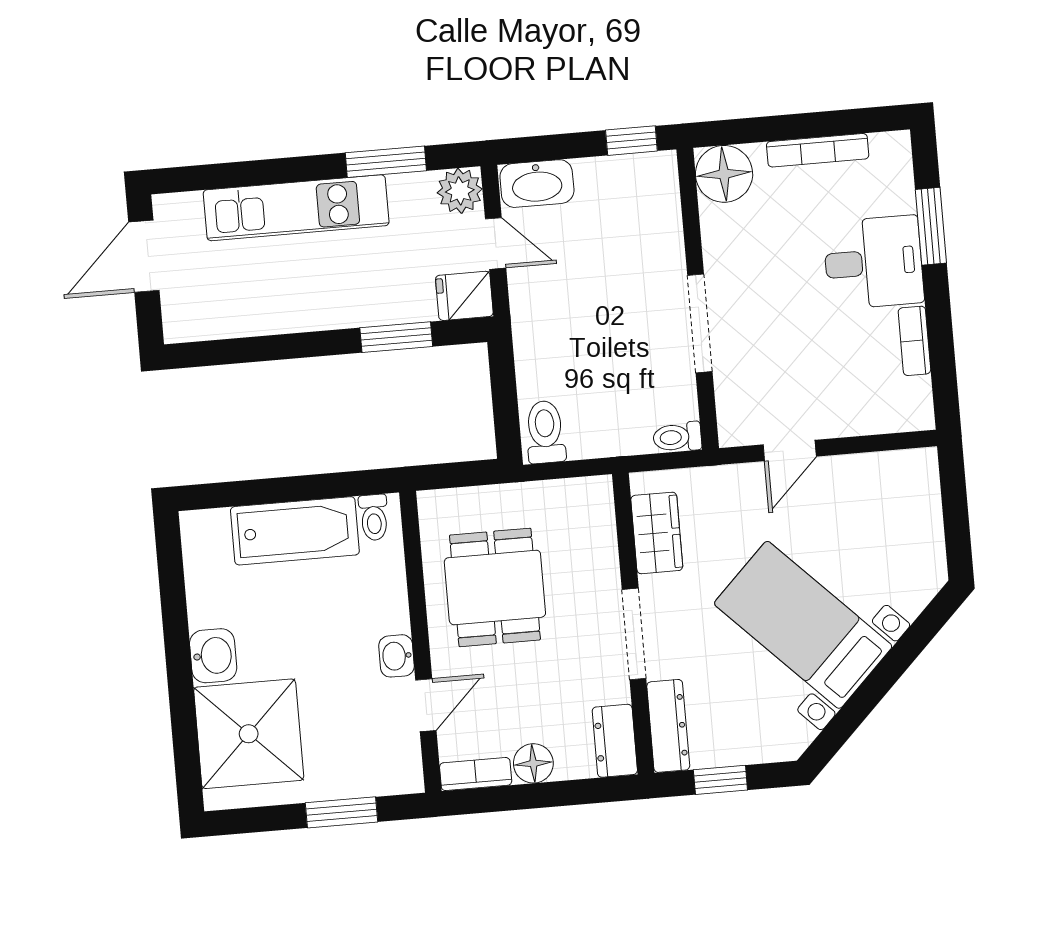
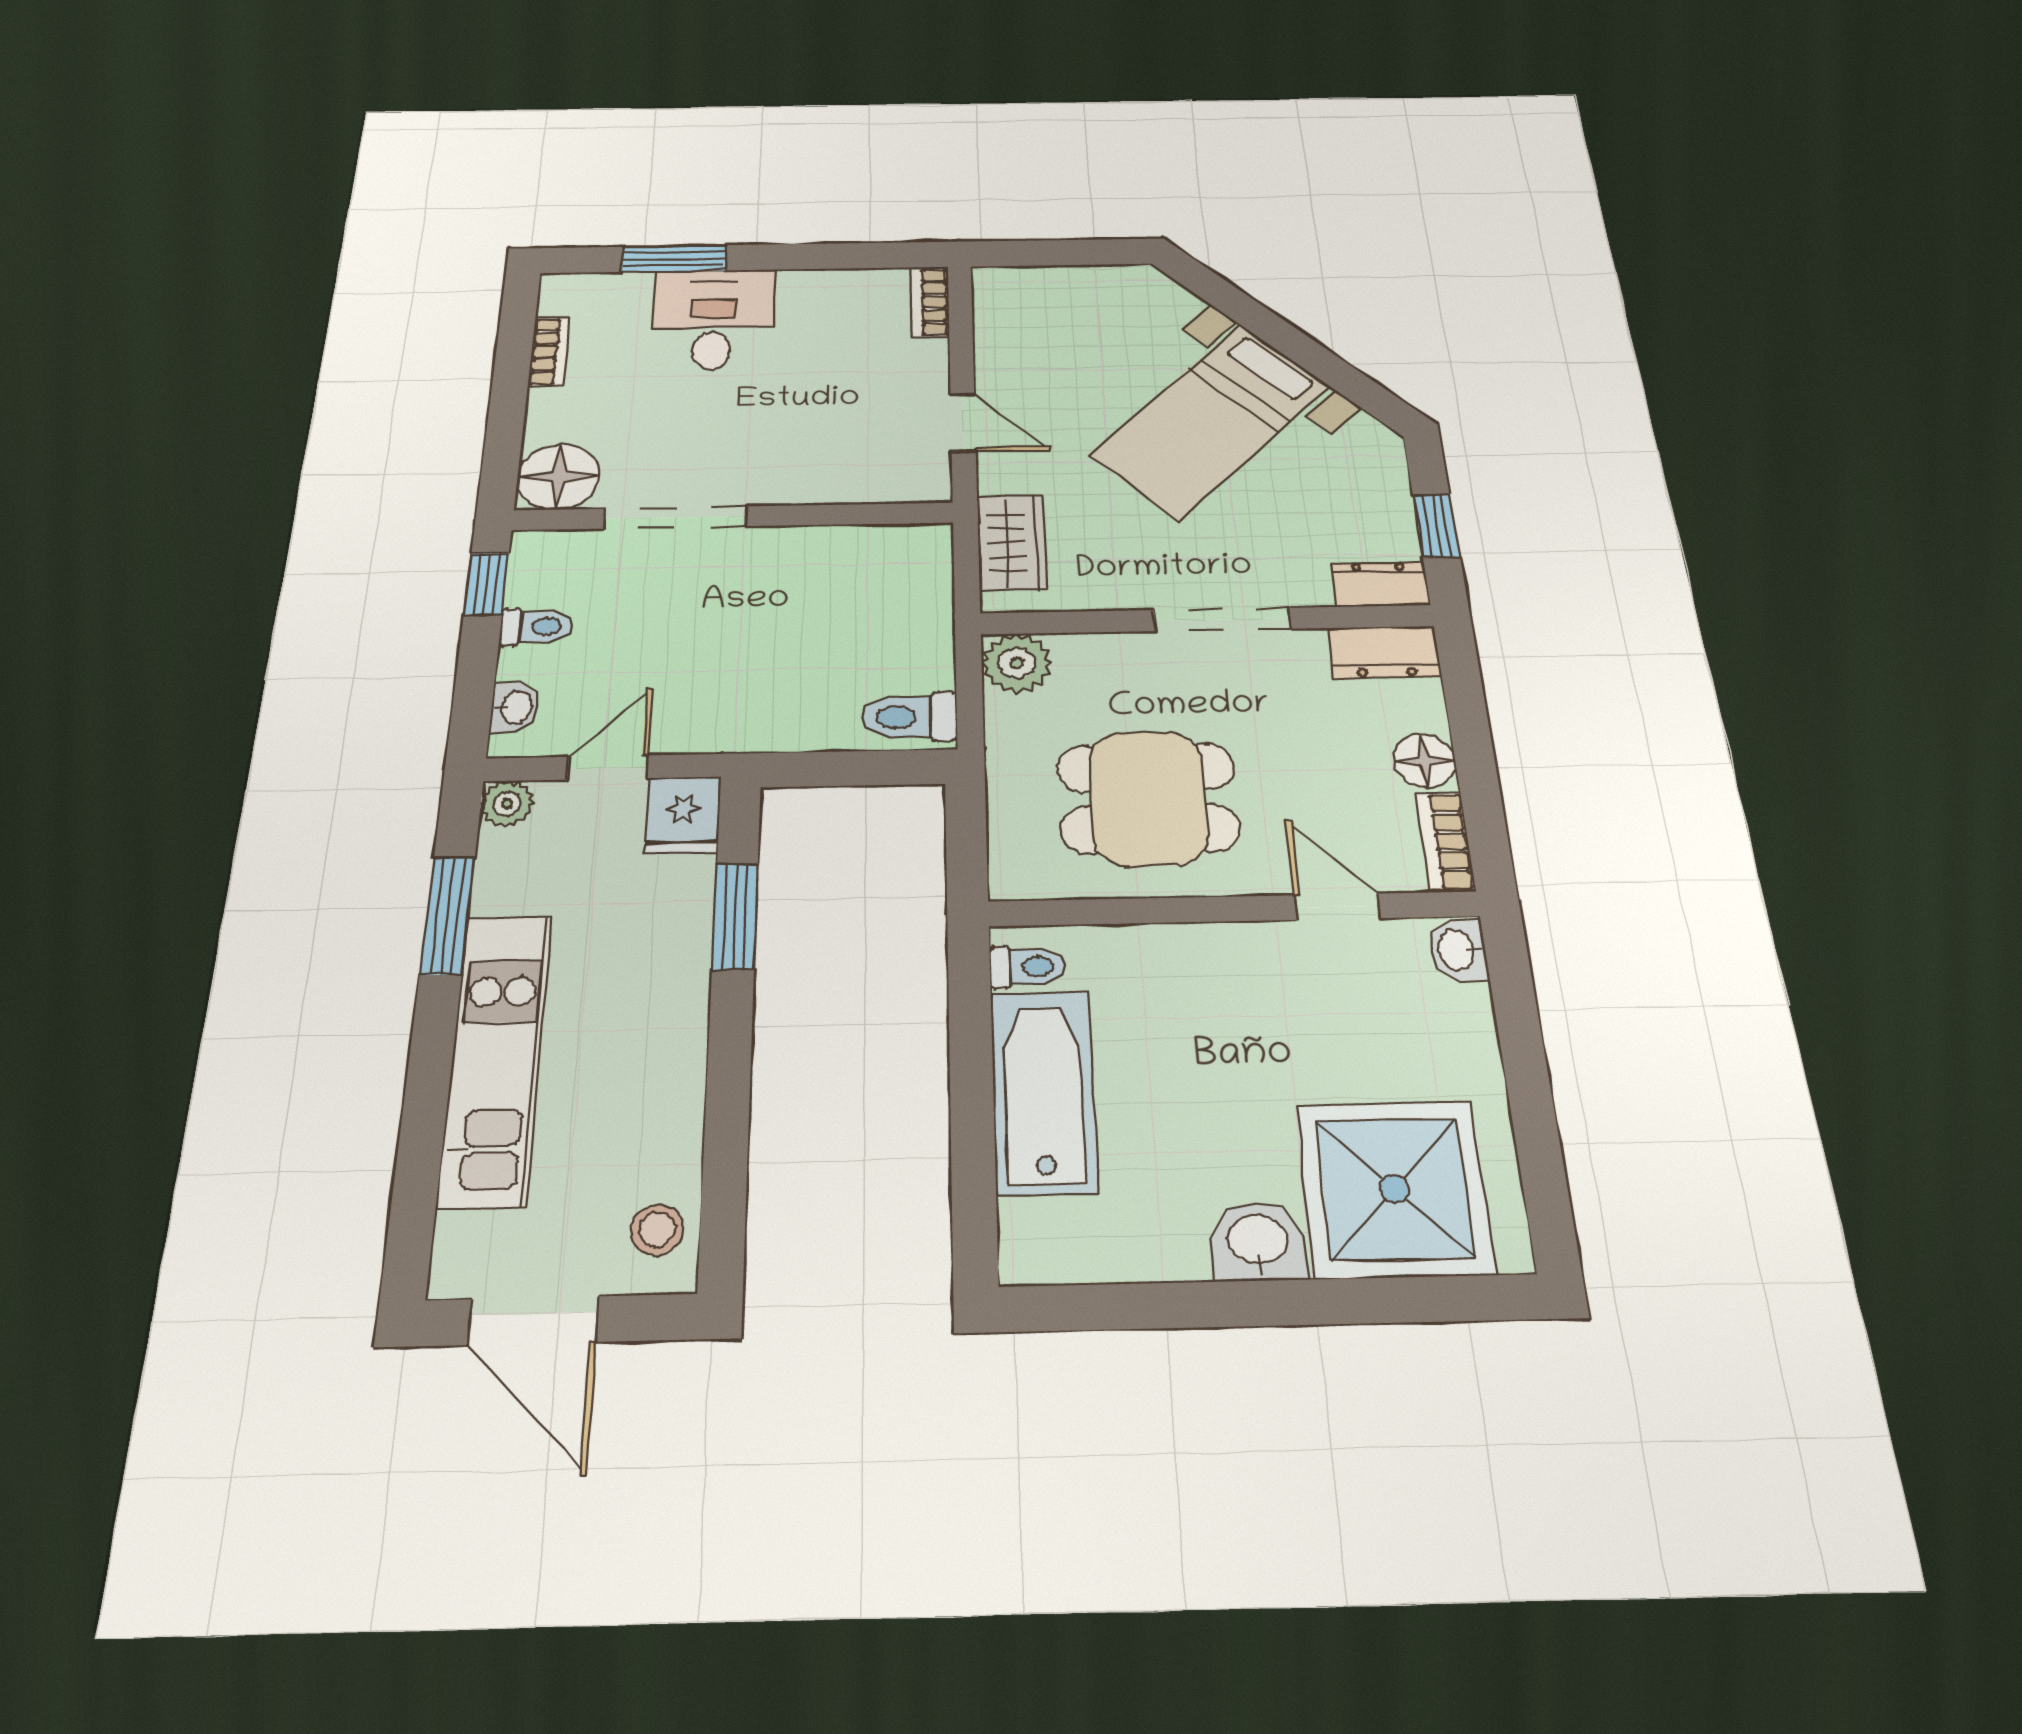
bookcase: (818, 150) -> (549, 351), width x0.64
washbasin: (537, 184) -> (515, 707), width x0.52, depth x0.69
plant: (460, 191) -> (507, 804), width x0.73, depth x0.73
stool: (199, 317) -> (657, 1230), added
doorway: (700, 323) -> (675, 517), moved
bookcase: (914, 341) -> (930, 302), moved, turned 90
toilet: (677, 437) -> (536, 627), moved, turned -90
plant: (591, 499) -> (1017, 663), added
wardrobe: (657, 533) -> (1012, 542), moved, turned 90
washbasin: (396, 656) -> (1458, 950), moved, turned 90
dresser: (668, 726) -> (1380, 584), width x0.70
window: (342, 812) -> (1522, 1045), removed

